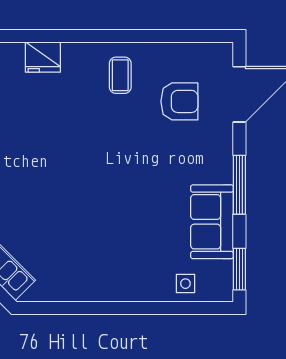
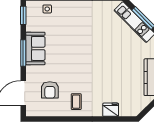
armchair: (179, 101) -> (50, 90), turned -90
sofa: (212, 222) -> (35, 48), moved

